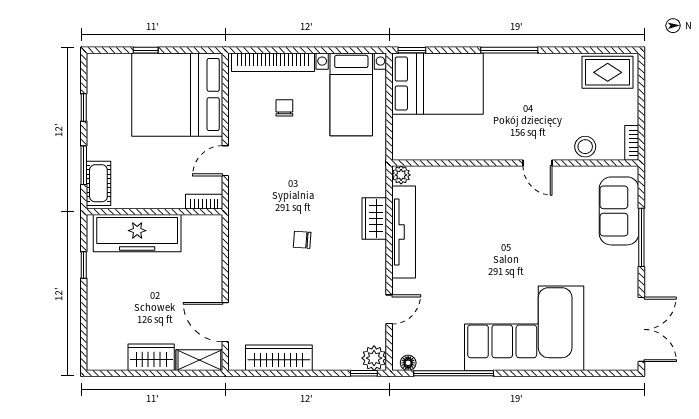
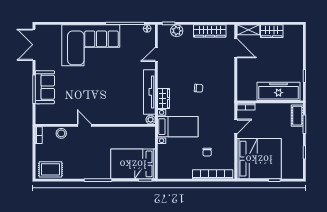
bed with nightstands: (351, 94) -> (178, 127), moved, turned 90
sofa: (619, 211) -> (45, 87), moved
plant: (374, 358) -> (177, 31), moved

